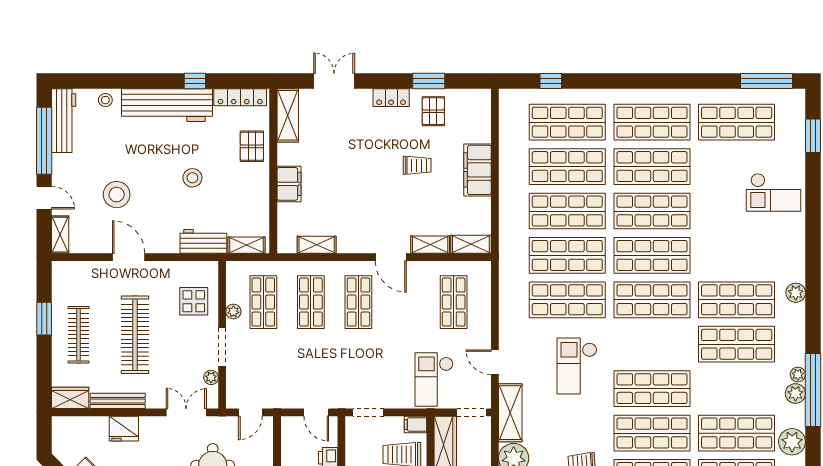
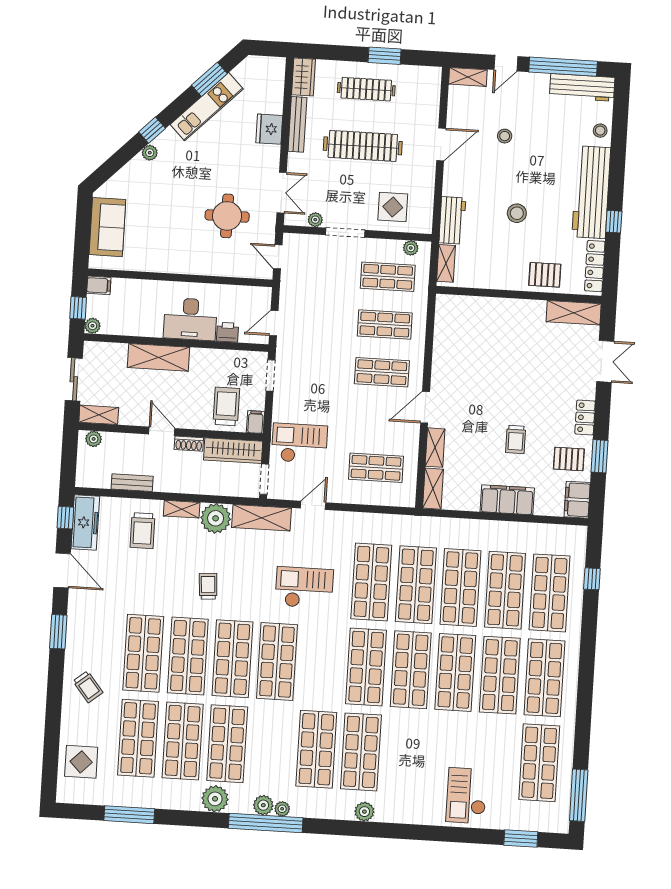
filing cabinet: (289, 184) -> (577, 500), moved, turned 90
stool: (117, 195) -> (505, 136), width x0.53, depth x0.53
shelving: (317, 245) -> (442, 334), removed
plant: (233, 312) -> (411, 248), moved

